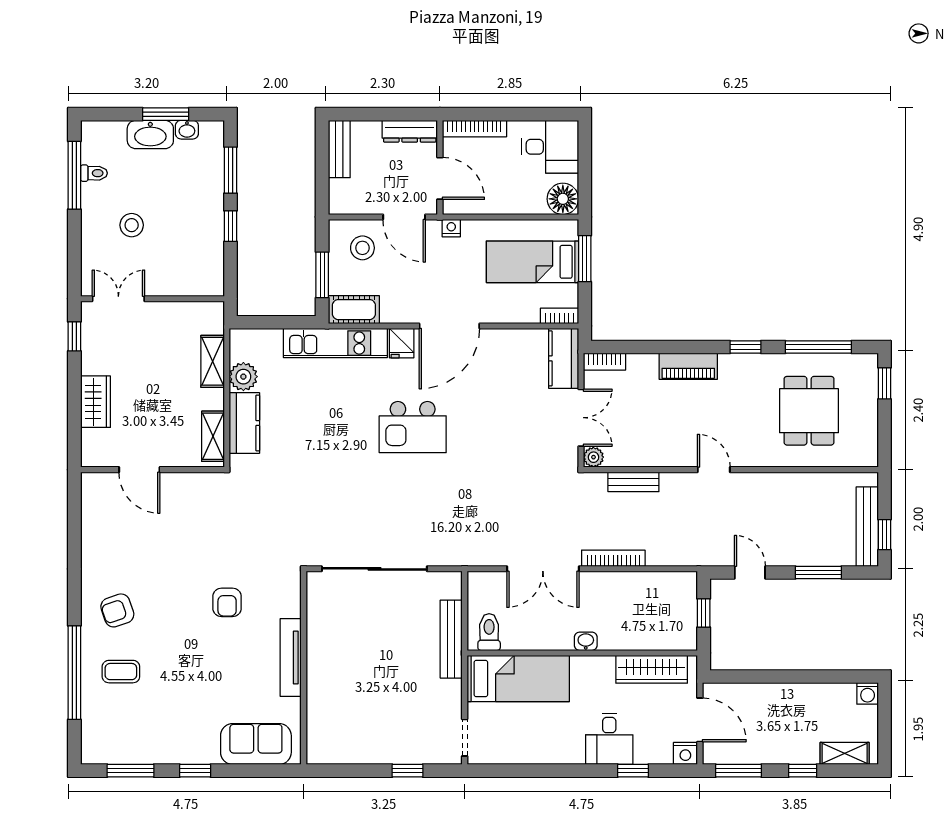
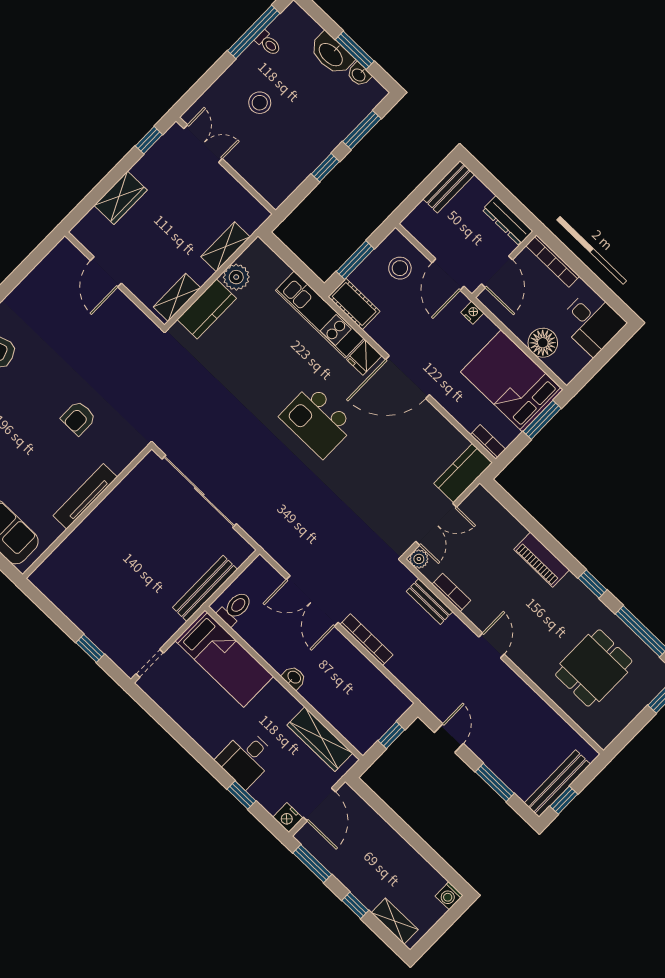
floor lamp: (563, 199) -> (543, 343), moved
bed: (532, 262) -> (512, 381), width x1.50
bookcase: (605, 362) -> (451, 592), moved, turned 180

